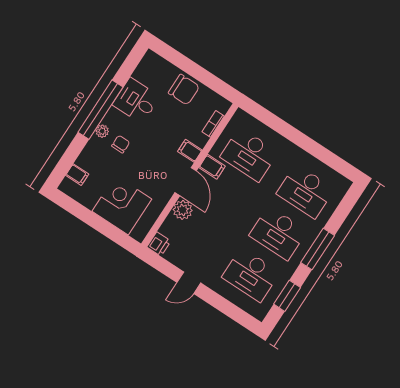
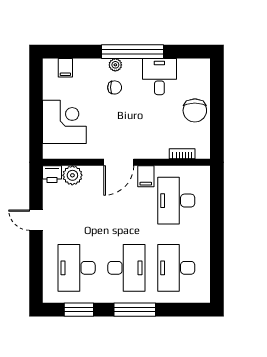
filing cabinet: (190, 151) -> (147, 149), removed
plant: (183, 210) -> (72, 175), moved
desk: (278, 233) -> (126, 268), turned 180

